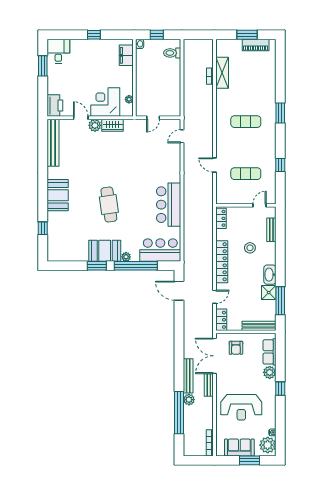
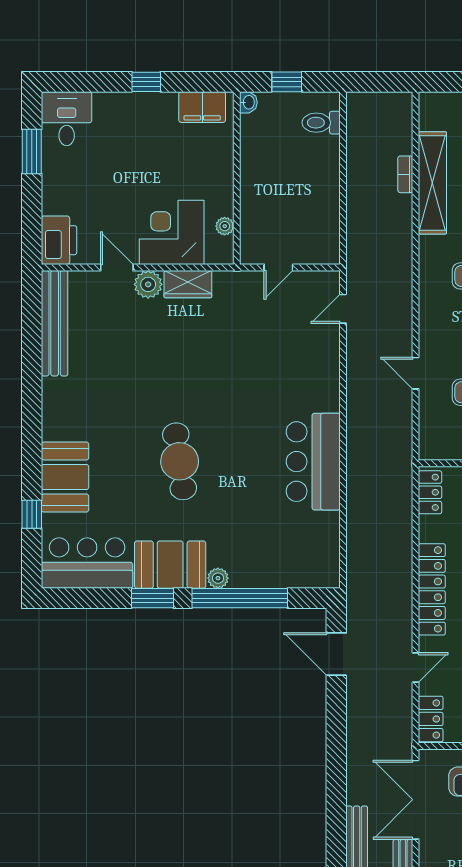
filing cabinet: (126, 55) -> (202, 107), moved, turned -90
shelving: (222, 73) -> (432, 183), width x1.47
booth: (58, 195) -> (65, 477), moved
bar counter: (160, 250) -> (87, 563), moved

